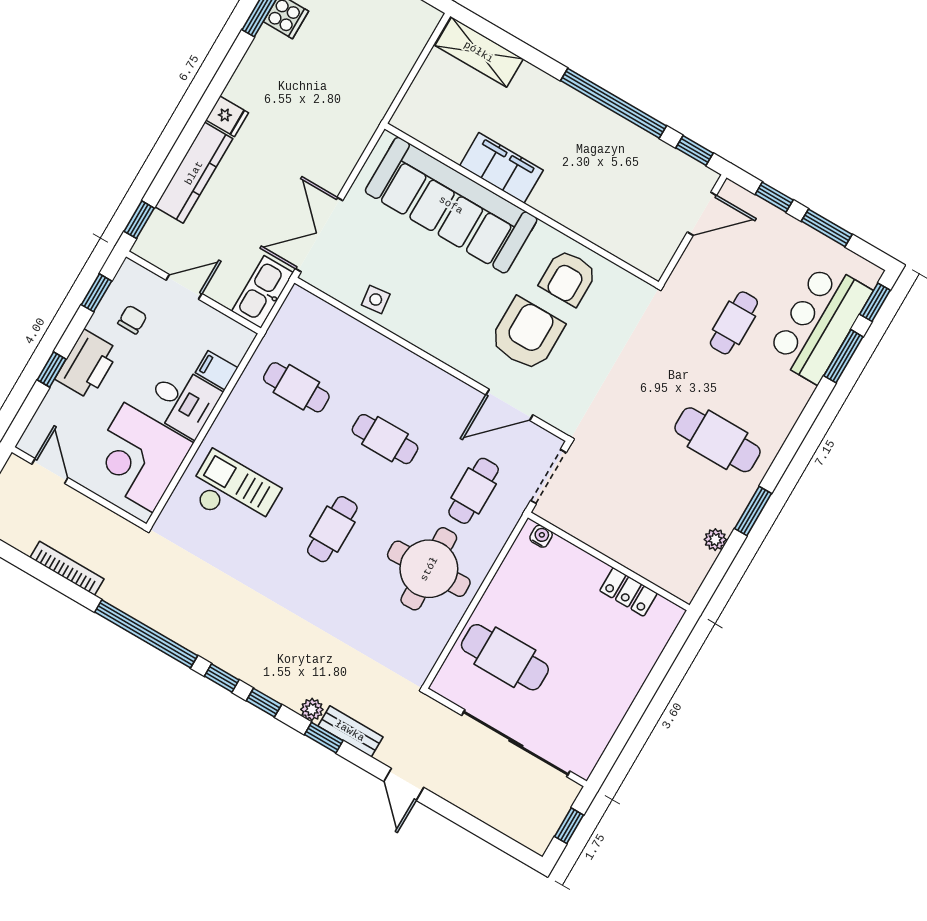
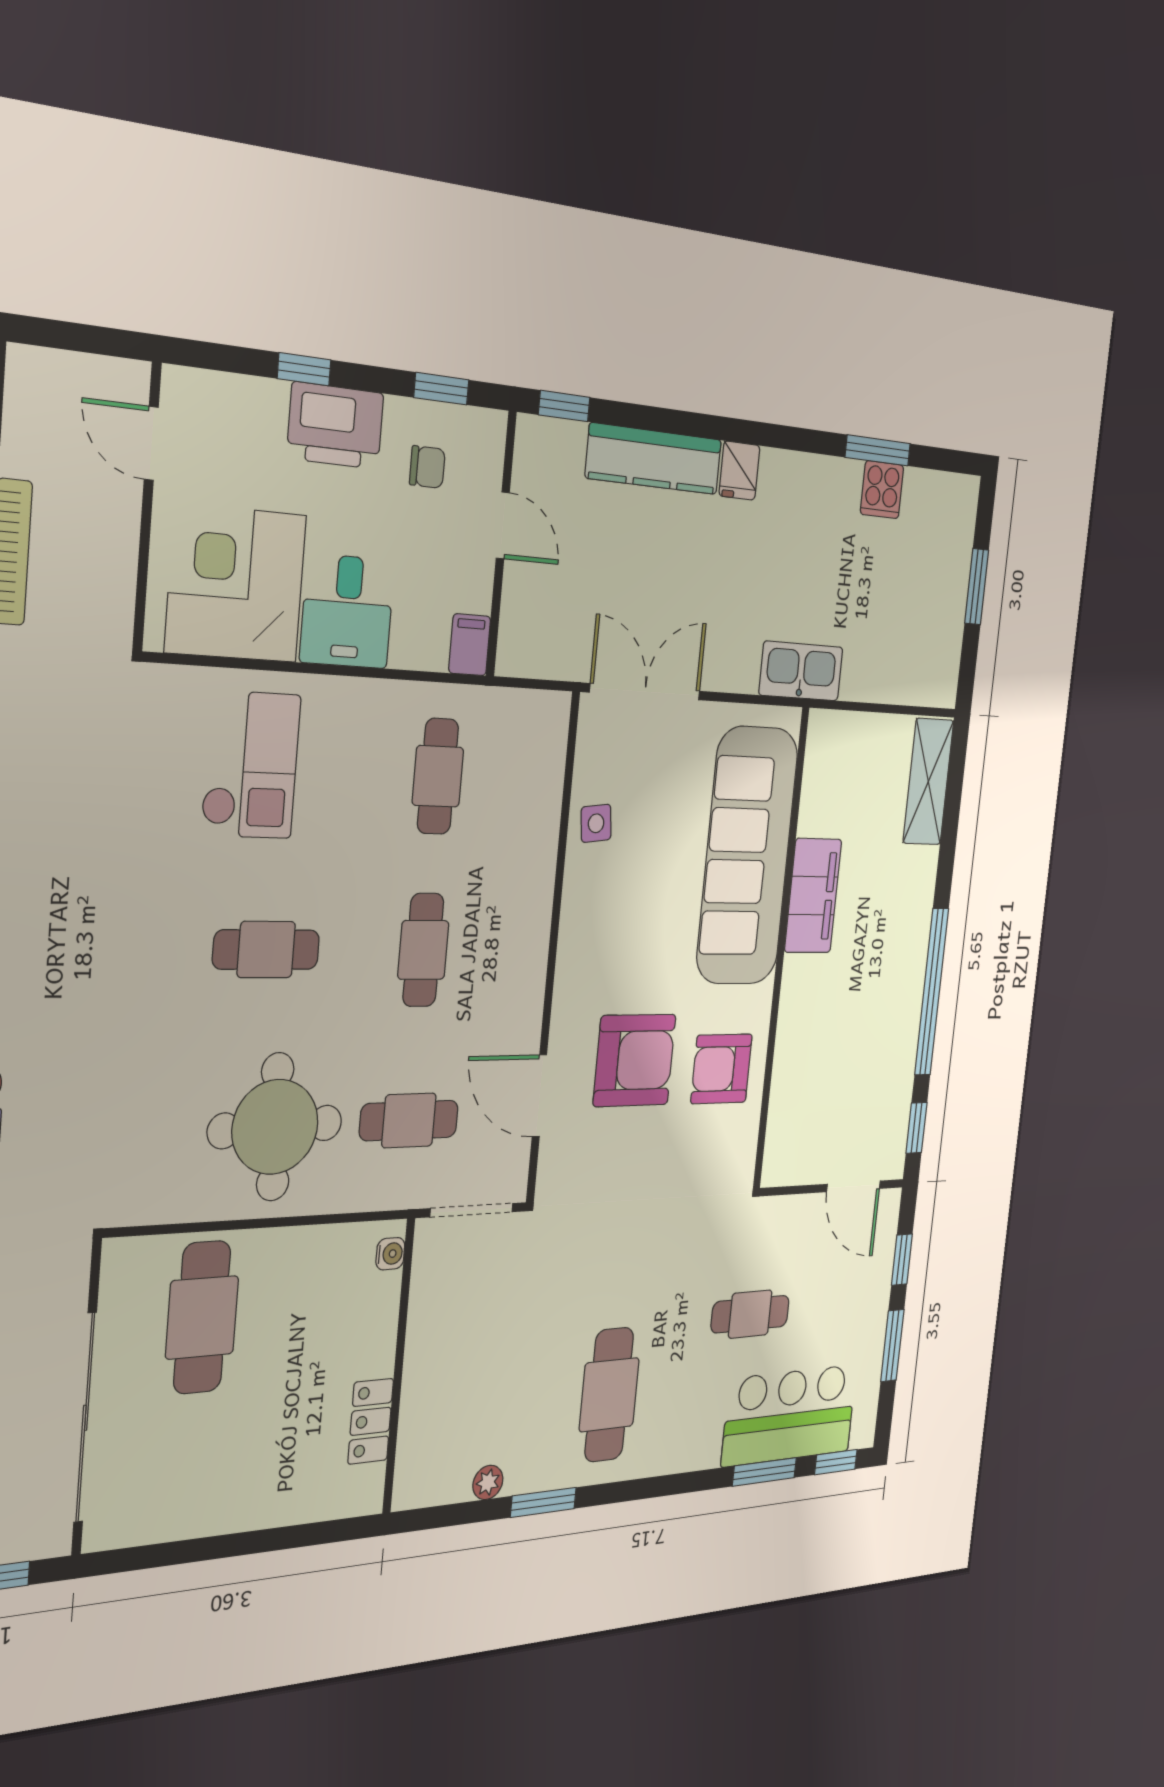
kitchen sink: (263, 292) -> (801, 671), moved
filing cabinet: (217, 370) -> (470, 645), moved
door: (50, 471) -> (151, 443), swing flipped

